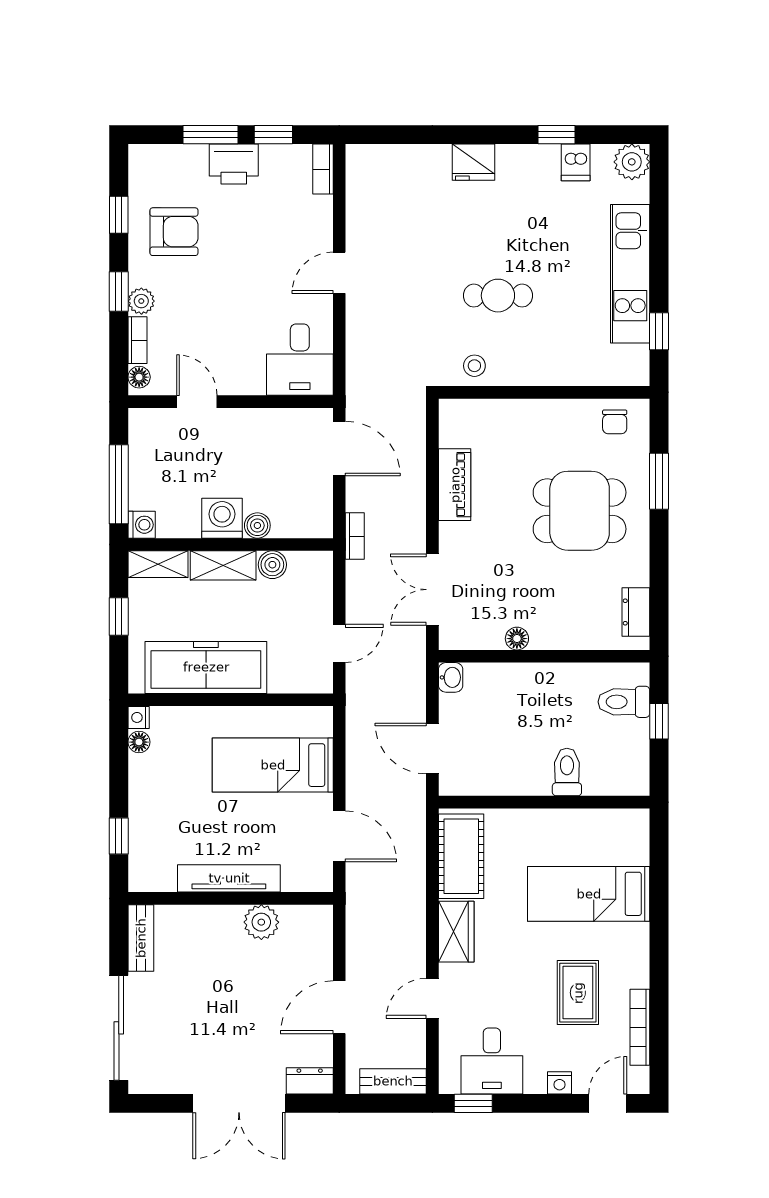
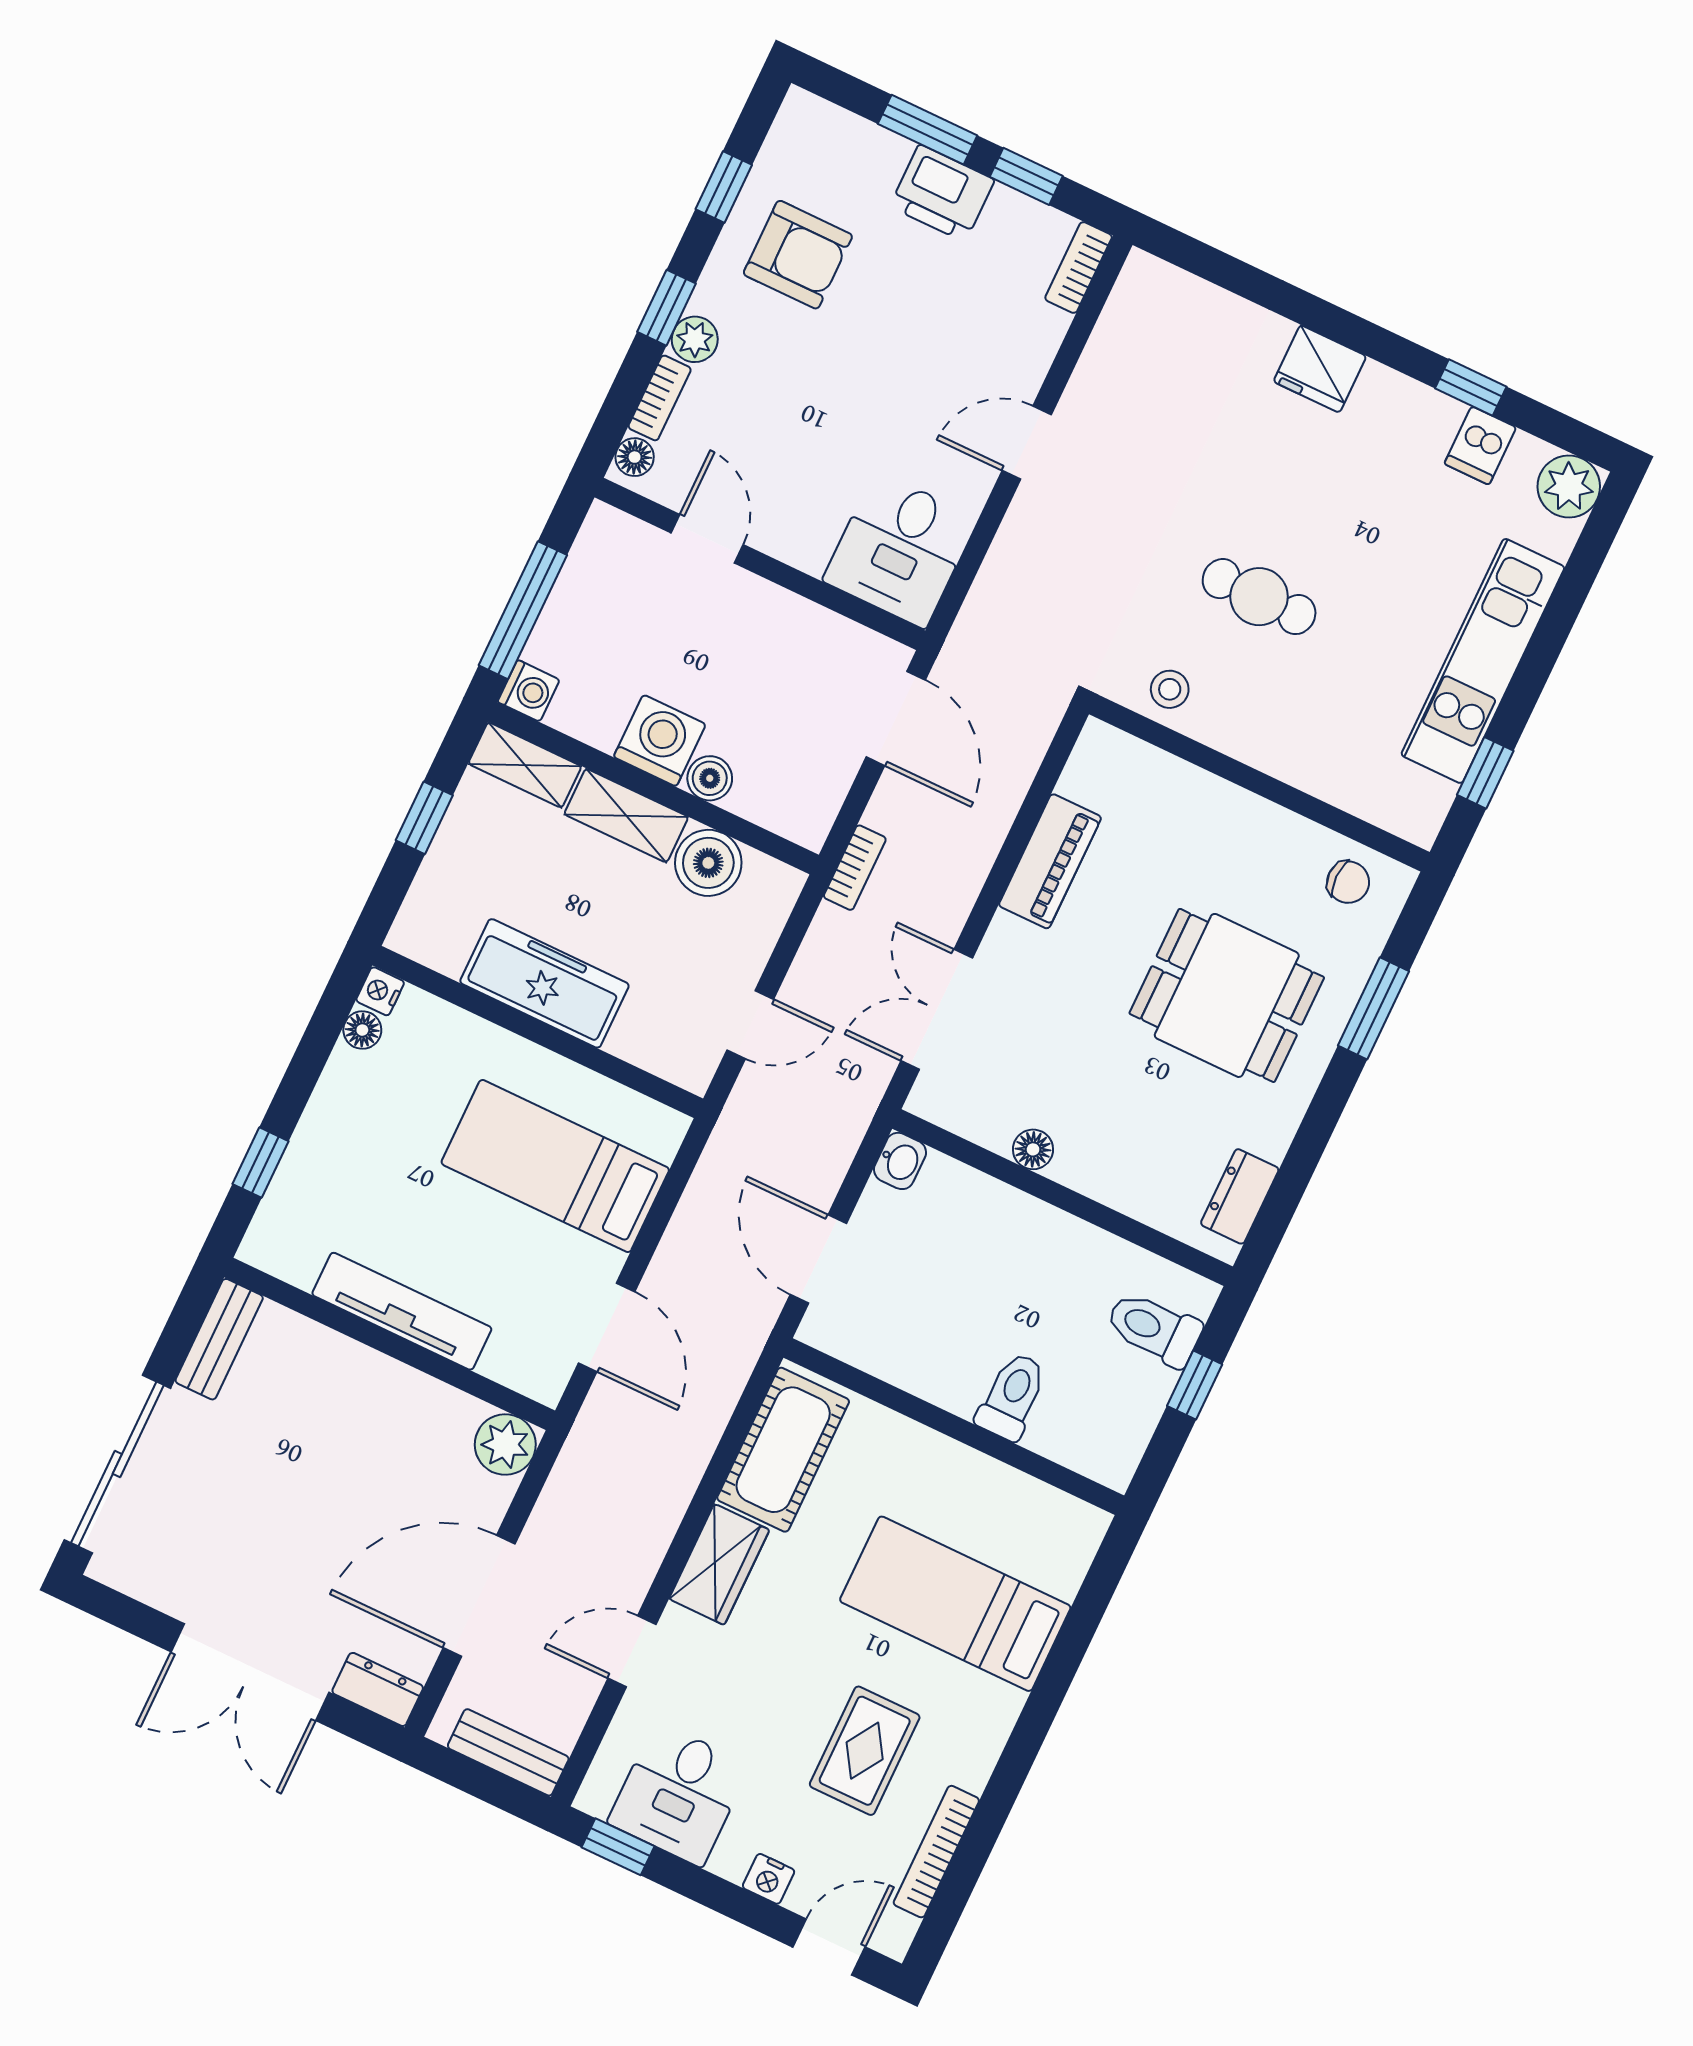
chair: (615, 422) -> (1348, 882), turned -90
boiler: (272, 565) -> (708, 863), width x1.36, depth x1.36
freezer: (206, 667) -> (544, 983), width x0.73, depth x0.79
plant: (261, 922) -> (505, 1445), moved
door: (339, 1007) -> (479, 1596), width x1.36

